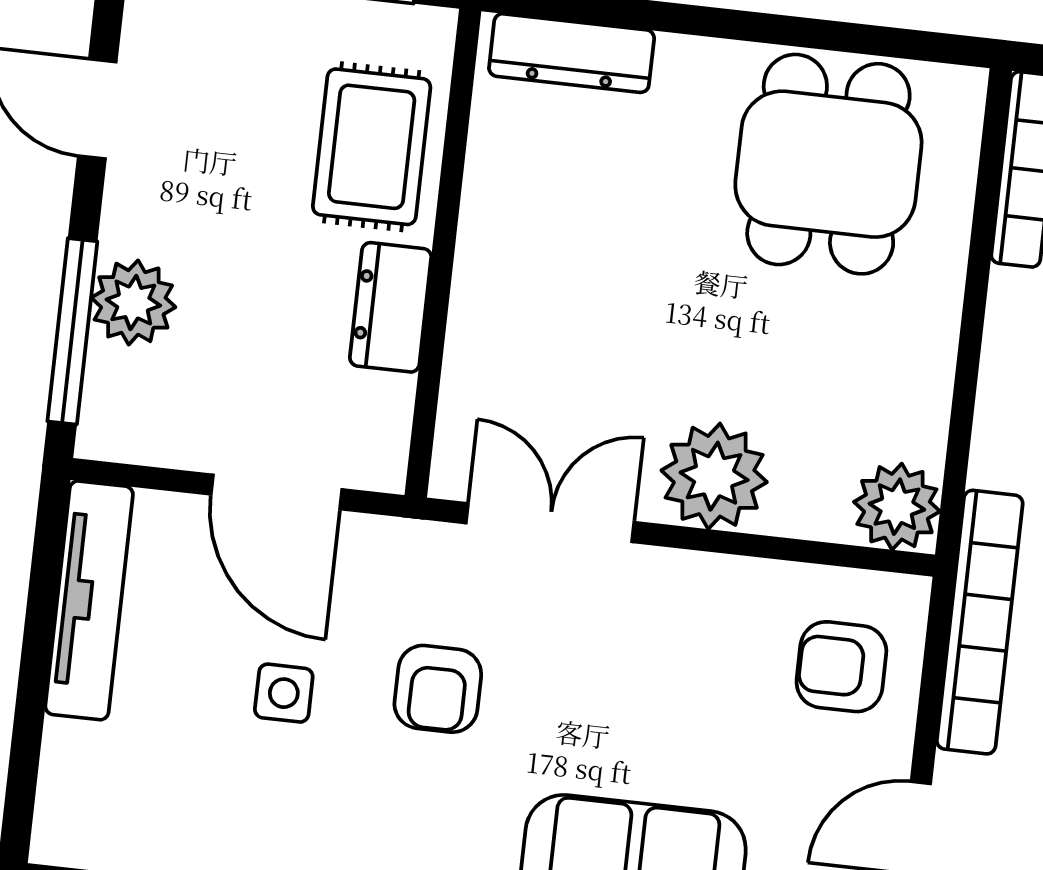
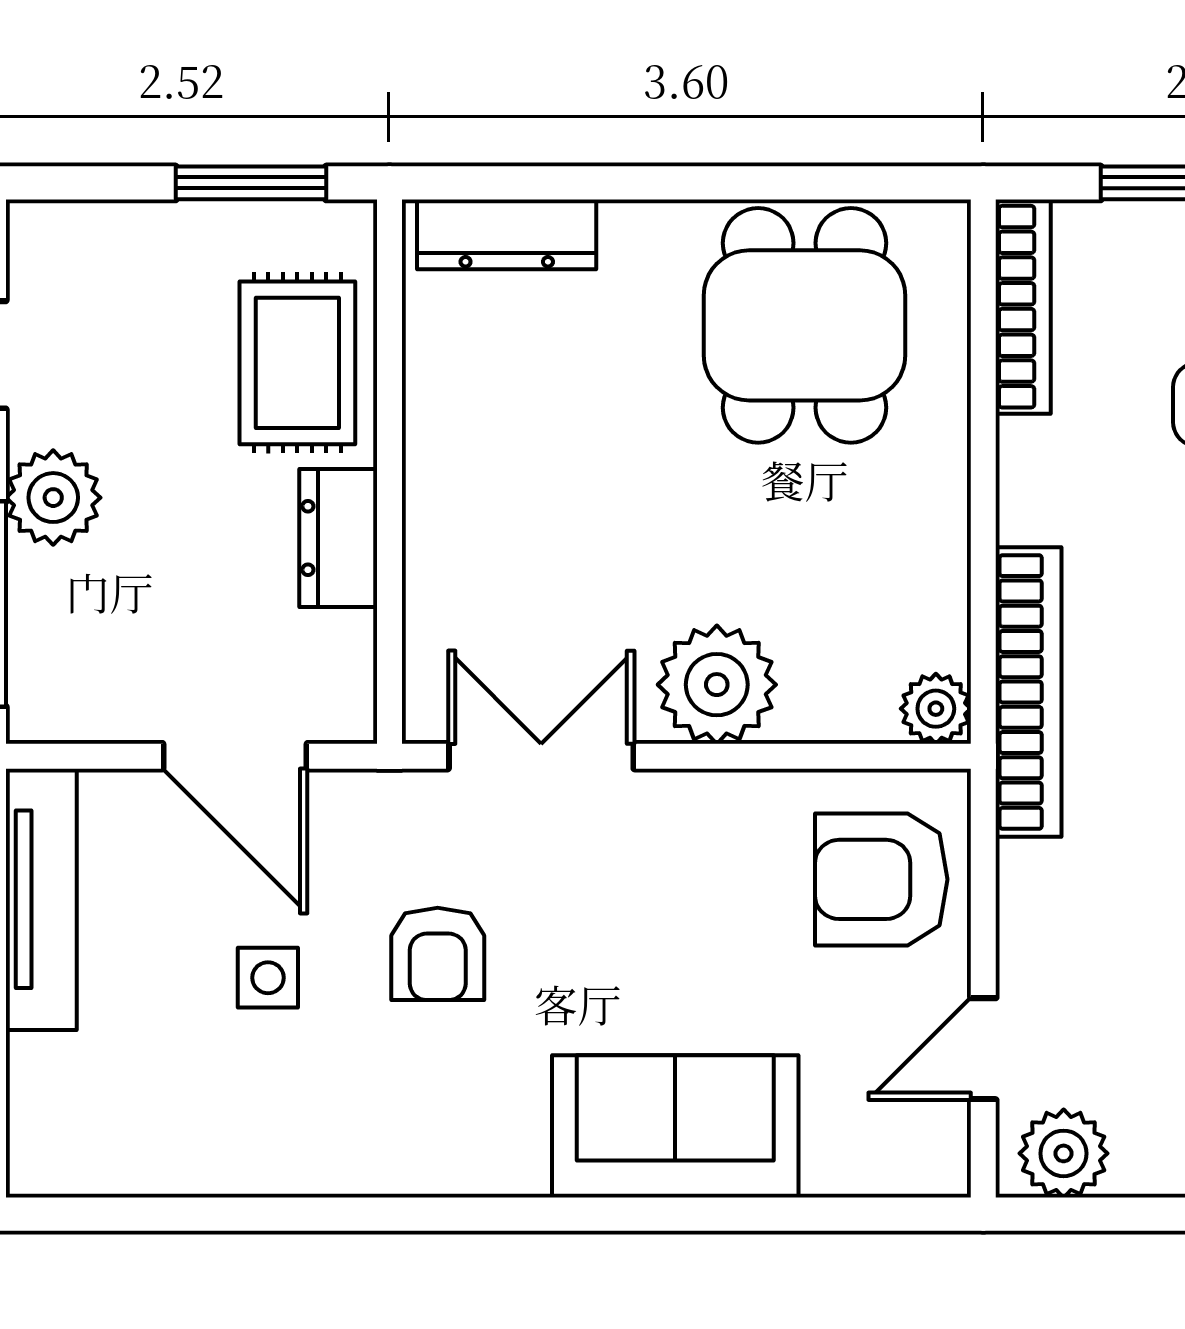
plant: (133, 302) -> (53, 498), moved
plant: (897, 507) -> (936, 709), width x0.73, depth x0.73
bookcase: (980, 622) -> (1029, 692), moved
armchair: (841, 667) -> (881, 879), width x1.38, depth x1.38

